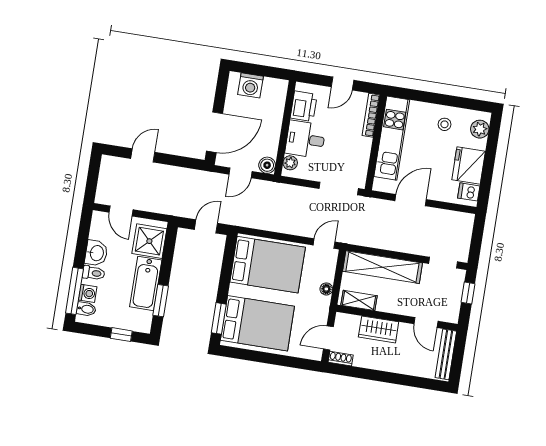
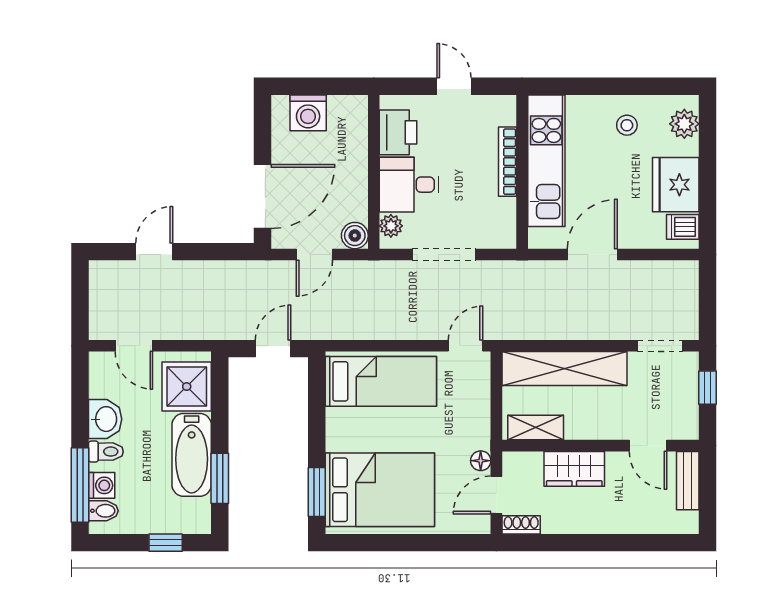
door: (342, 84) -> (454, 86), swing flipped
bookcase: (371, 115) -> (507, 162), moved
doorway: (339, 189) -> (444, 255), moved
bed: (268, 265) -> (381, 381), width x0.67
floor lamp: (326, 289) -> (481, 461), moved
bench: (446, 354) -> (688, 481), width x0.73

